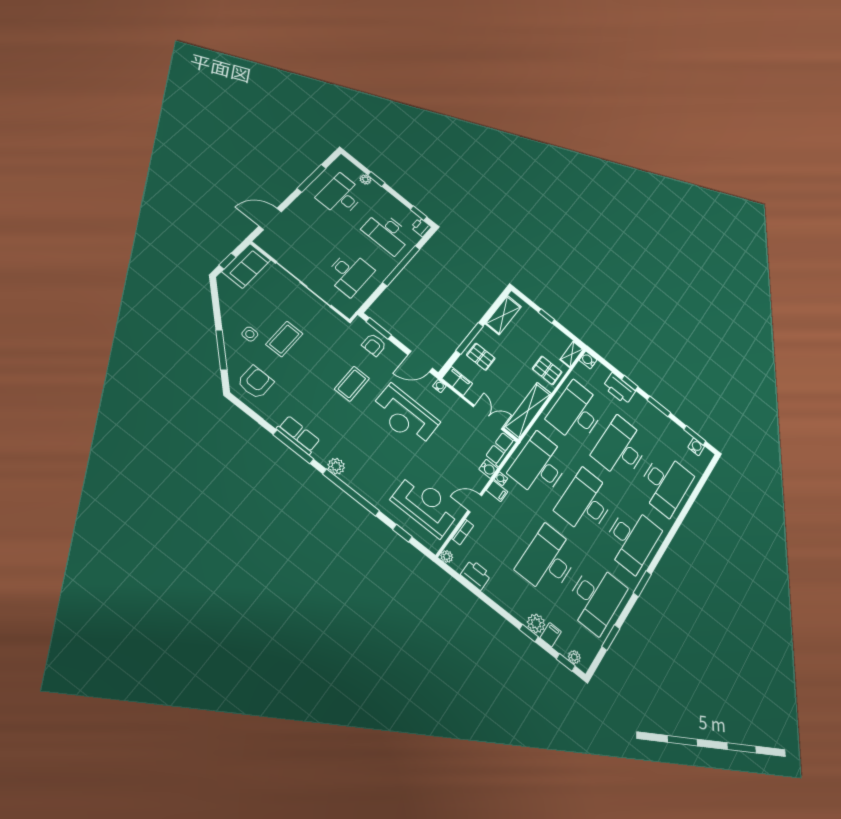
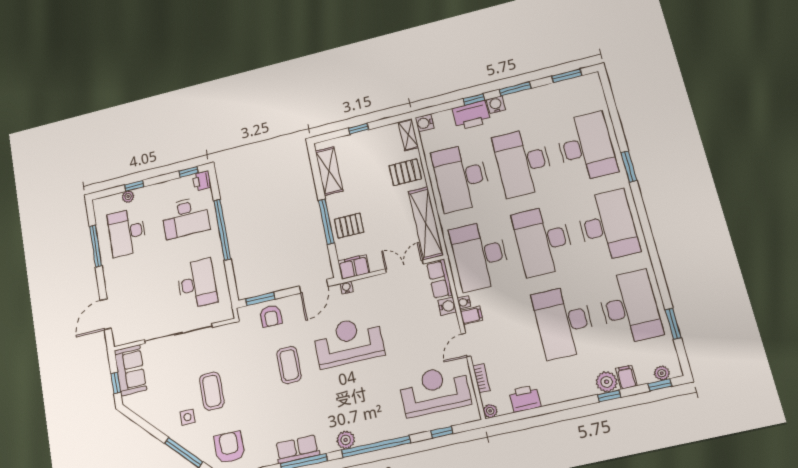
reception desk: (405, 416) -> (349, 342), turned 180
water cooler: (696, 447) -> (496, 105), moved
window: (642, 584) -> (629, 167), moved

